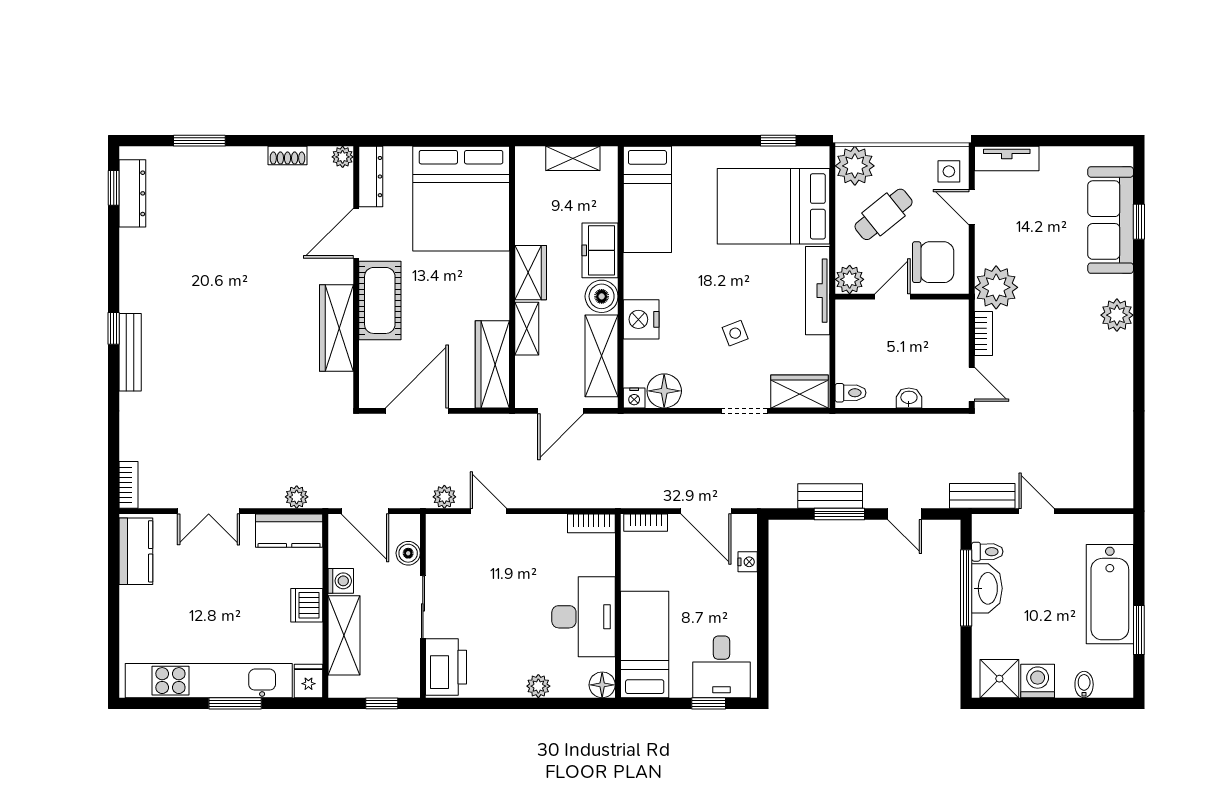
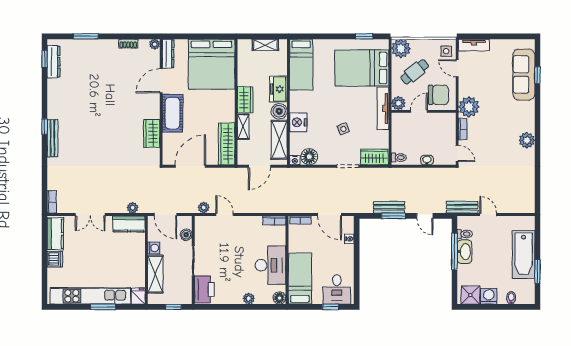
plant: (1117, 315) -> (527, 140), moved
wardrobe: (336, 328) -> (152, 133), width x0.67
dishwasher: (307, 605) -> (55, 259), moved, turned 180

